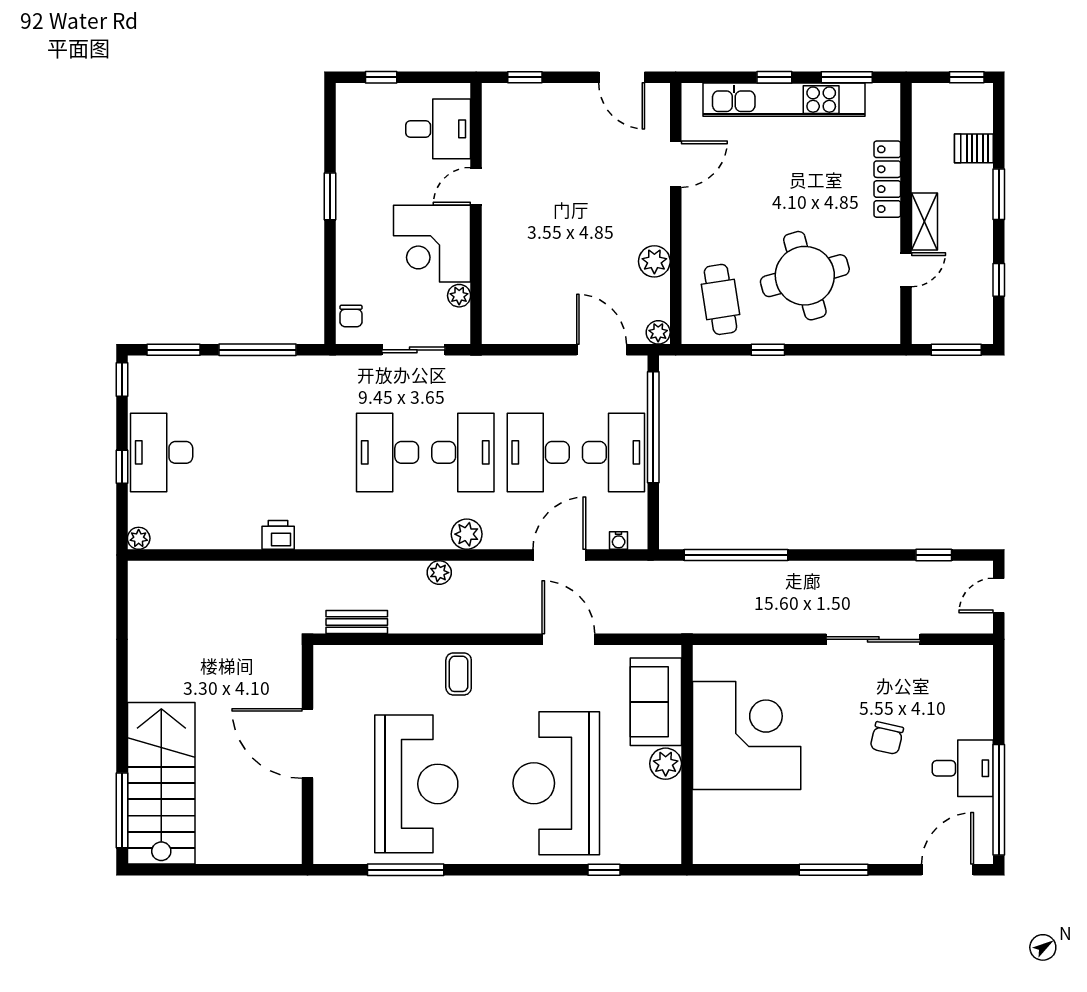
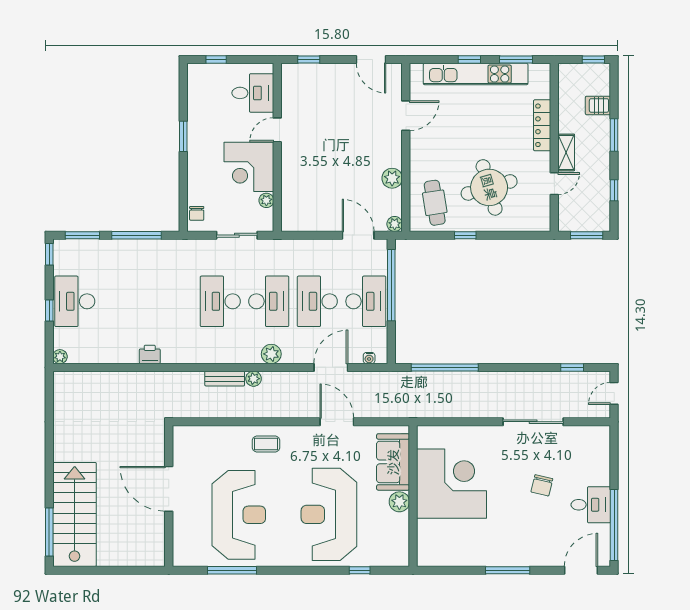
bench: (357, 622) -> (225, 379), moved
coffee table: (459, 674) -> (266, 444), turned 90

